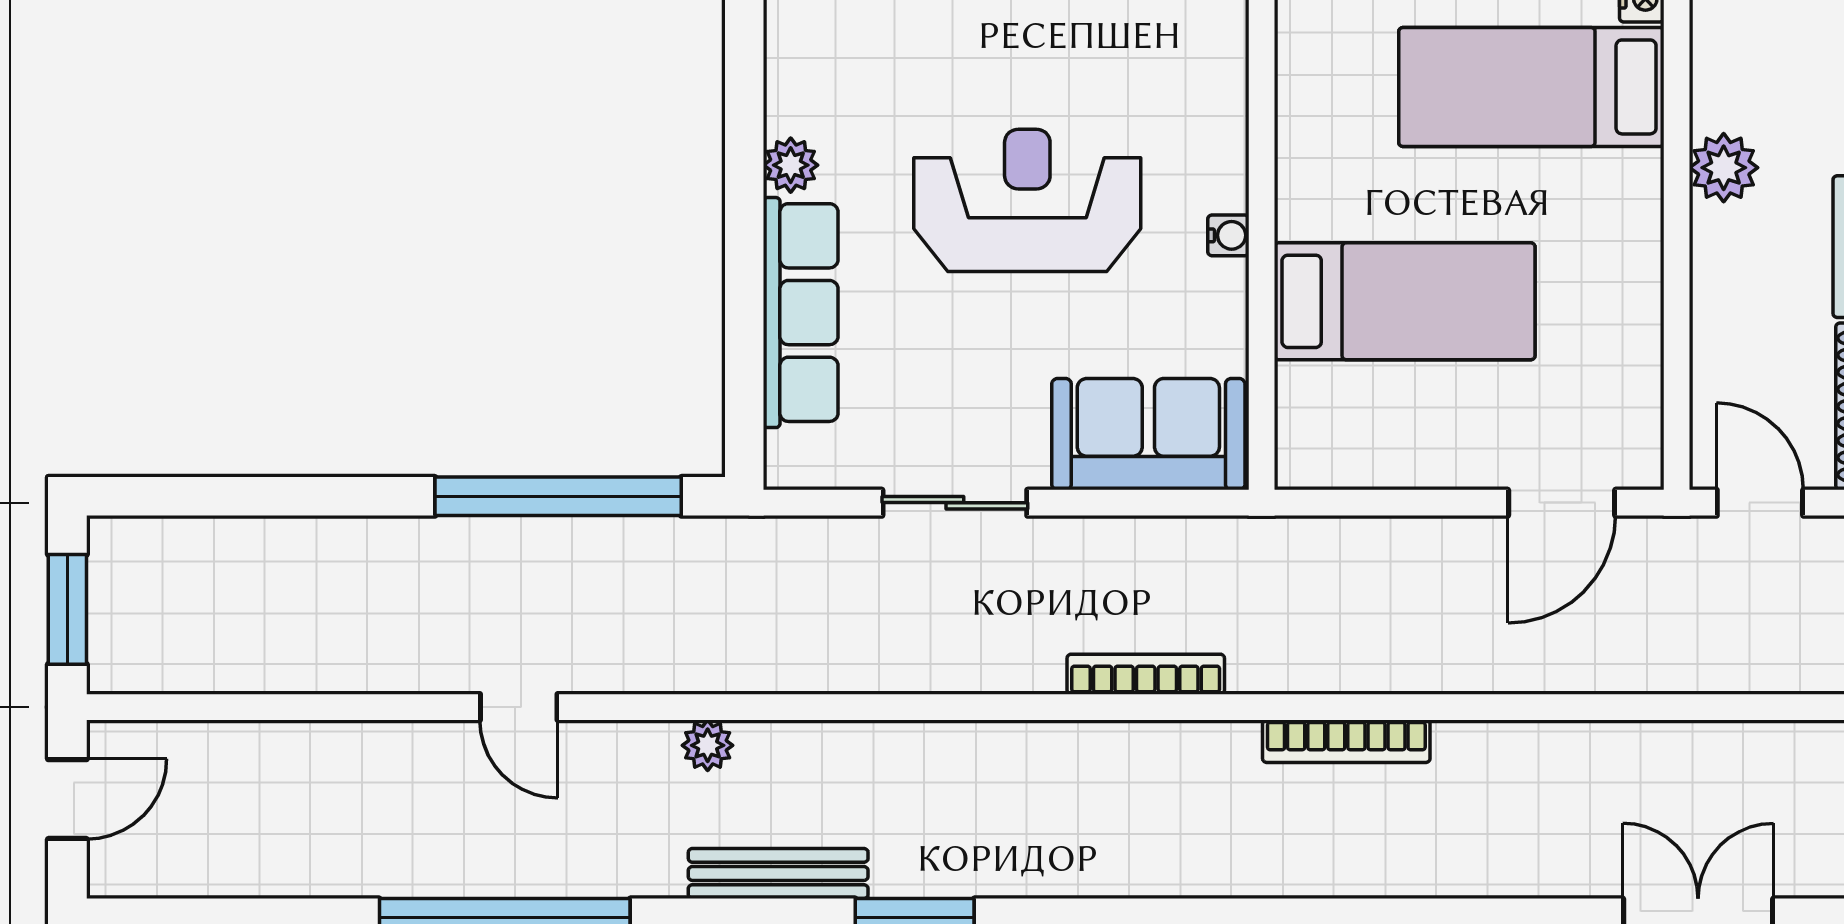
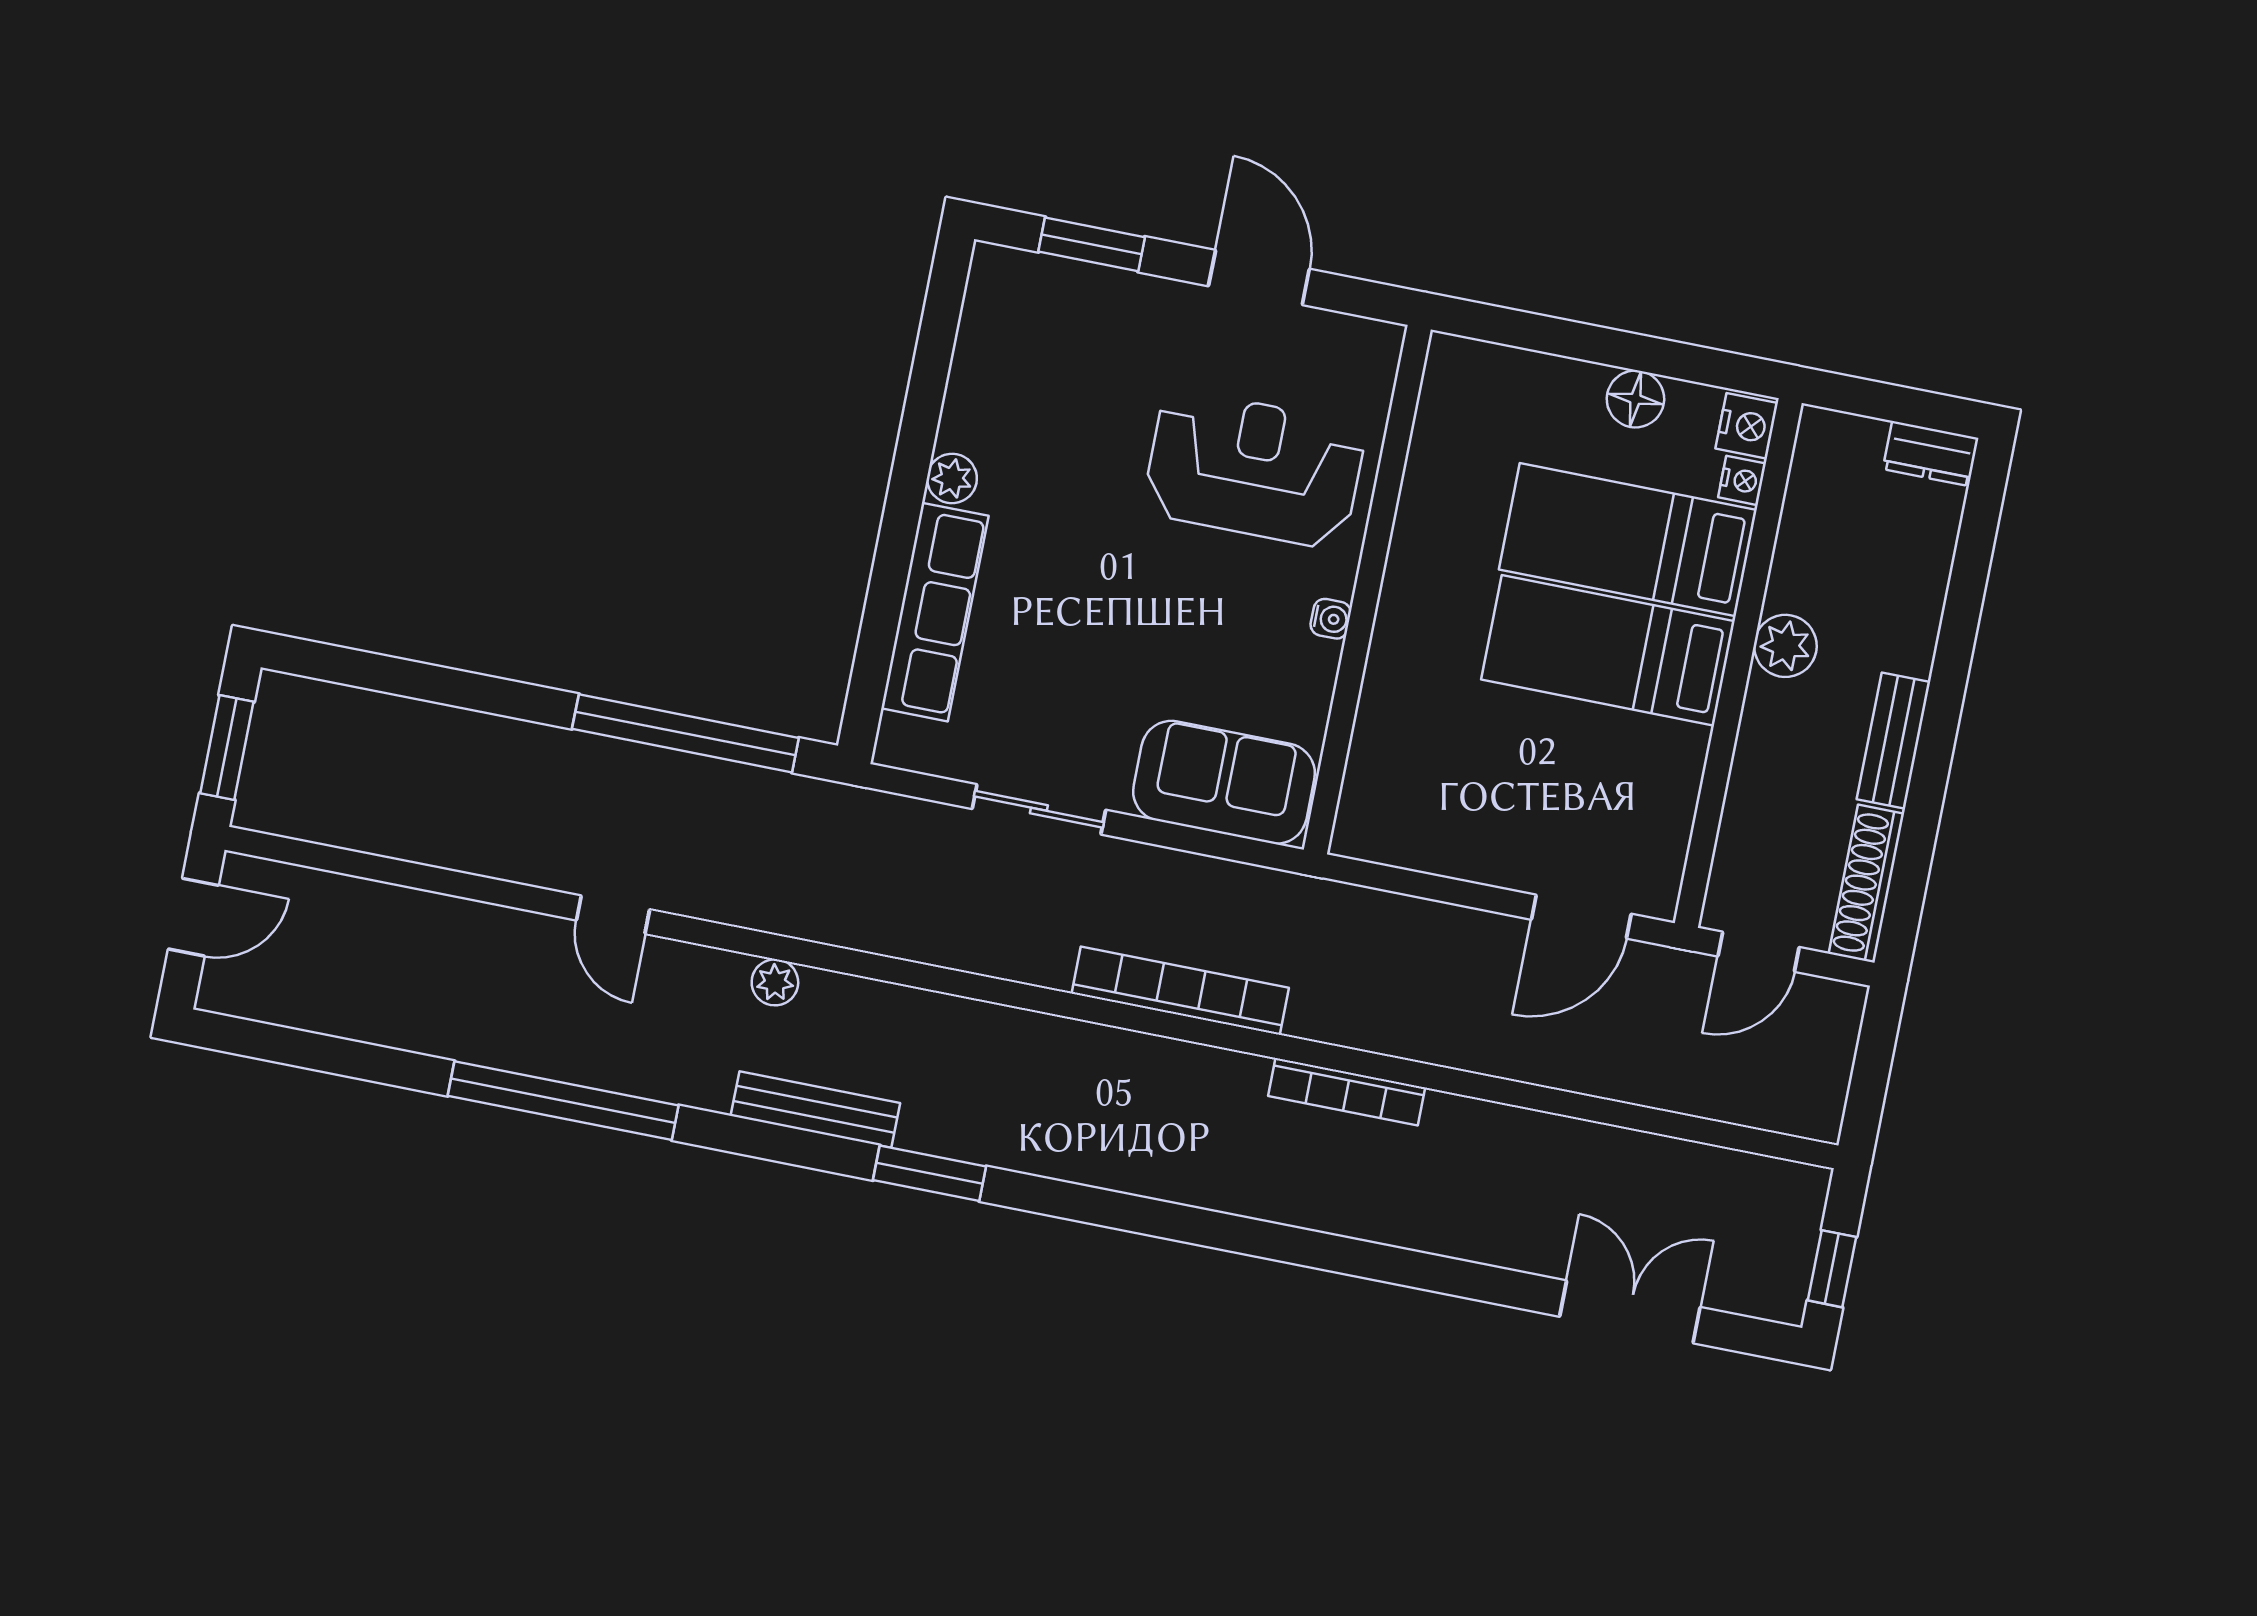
reception desk: (1027, 200) -> (1254, 469), moved
bed: (1405, 301) -> (1608, 650), moved, turned 180
door: (1760, 503) -> (1759, 952), swing flipped
bookcase: (1146, 674) -> (1180, 991), width x1.48, depth x1.31

